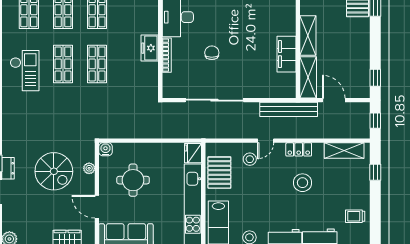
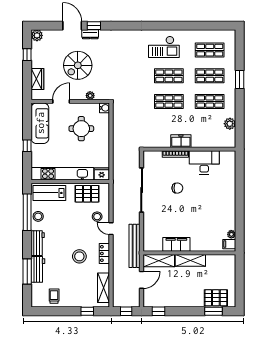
spiral stairs: (54, 171) -> (78, 65), moved

